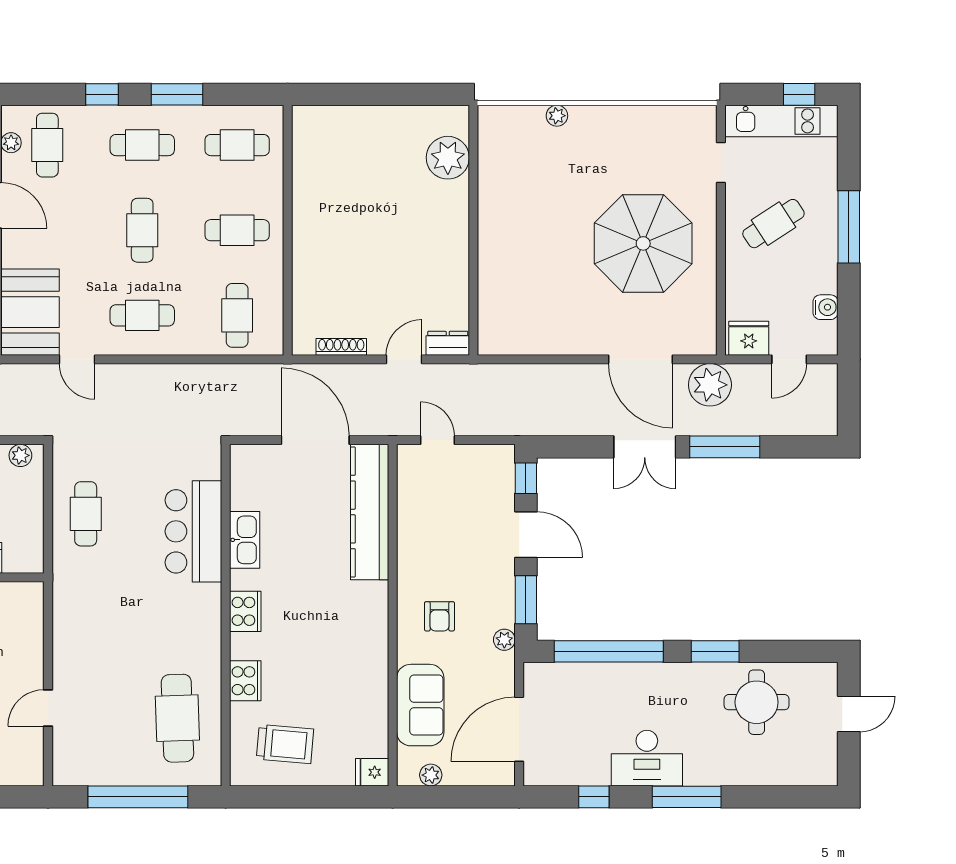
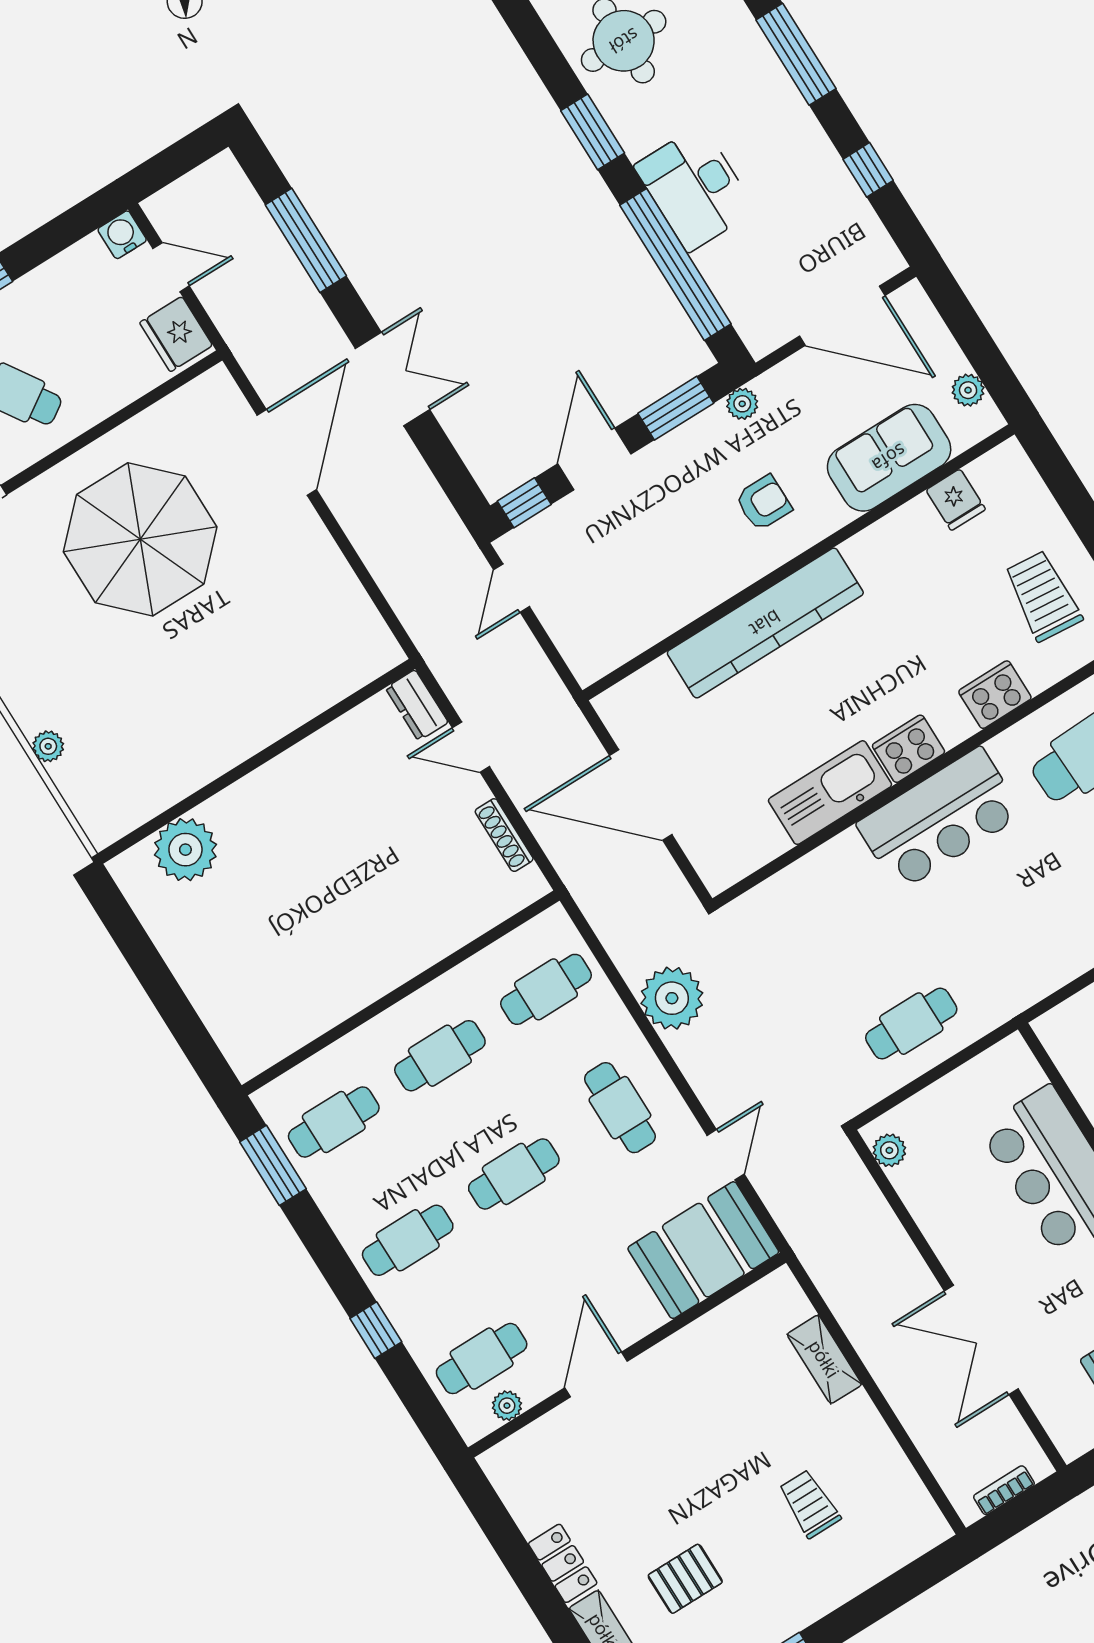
window: (177, 94) -> (273, 1165), moved
cafe table: (142, 145) -> (408, 1240), turned 90
cafe table: (237, 145) -> (334, 1122), turned 90
cafe table: (237, 230) -> (440, 1056), turned 90
water cooler: (825, 307) -> (122, 235), moved
plant: (710, 385) -> (672, 998), moved
door: (315, 440) -> (641, 795), hinge flipped
door: (437, 440) -> (512, 588), moved
window: (725, 447) -> (306, 240), moved
kitchen counter: (370, 512) -> (765, 623), moved
bar counter: (193, 531) -> (940, 819), moved
kitchen sink: (245, 540) -> (830, 793), width x1.36, depth x1.24
desk: (647, 758) -> (695, 188), moved, turned 180
fridge: (372, 772) -> (956, 500), moved

